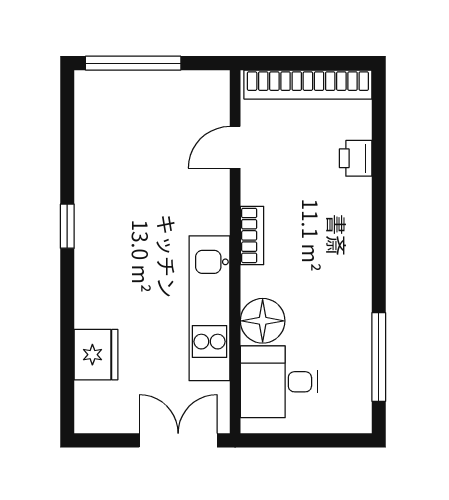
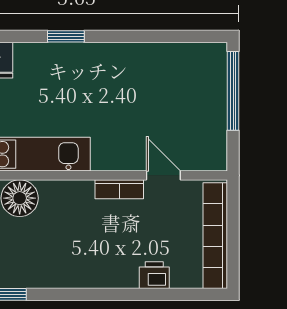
window: (67, 226) -> (66, 36), moved
bookcase: (252, 235) -> (119, 189), moved

